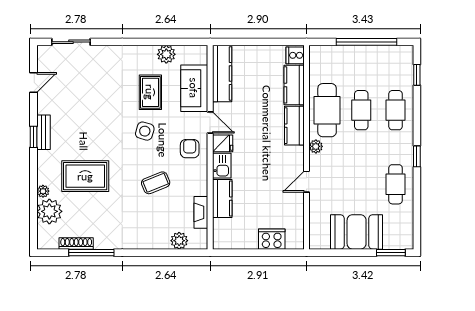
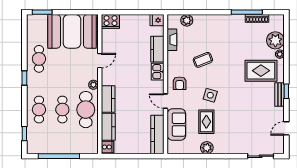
plant: (166, 54) -> (207, 148), moved
fridge: (223, 143) -> (157, 20), moved
rug: (85, 176) -> (261, 71), moved
booth: (357, 232) -> (72, 31), width x1.36, depth x1.42
cooker: (272, 239) -> (110, 21), moved

